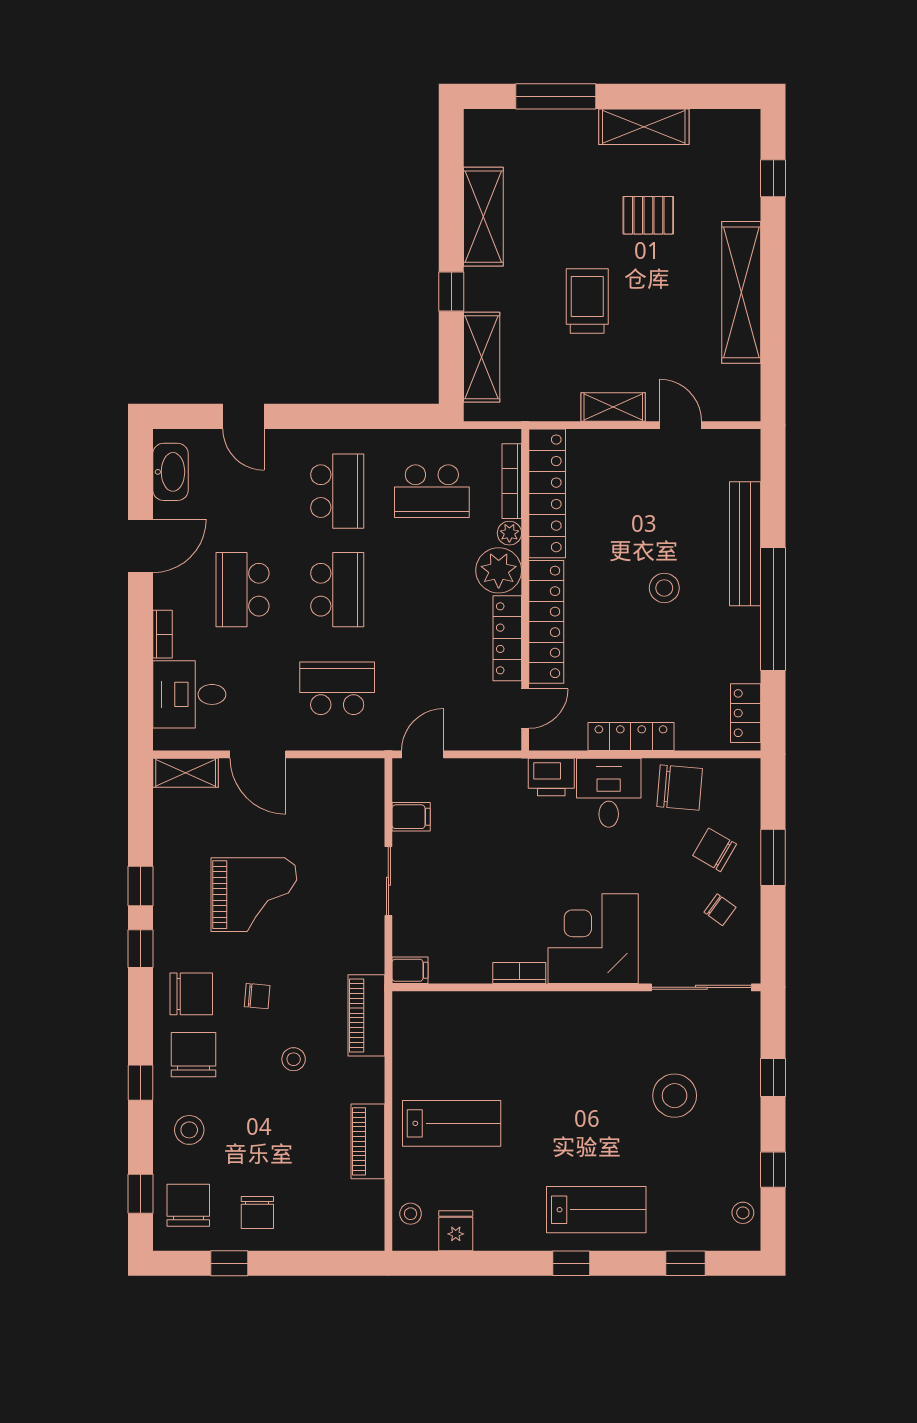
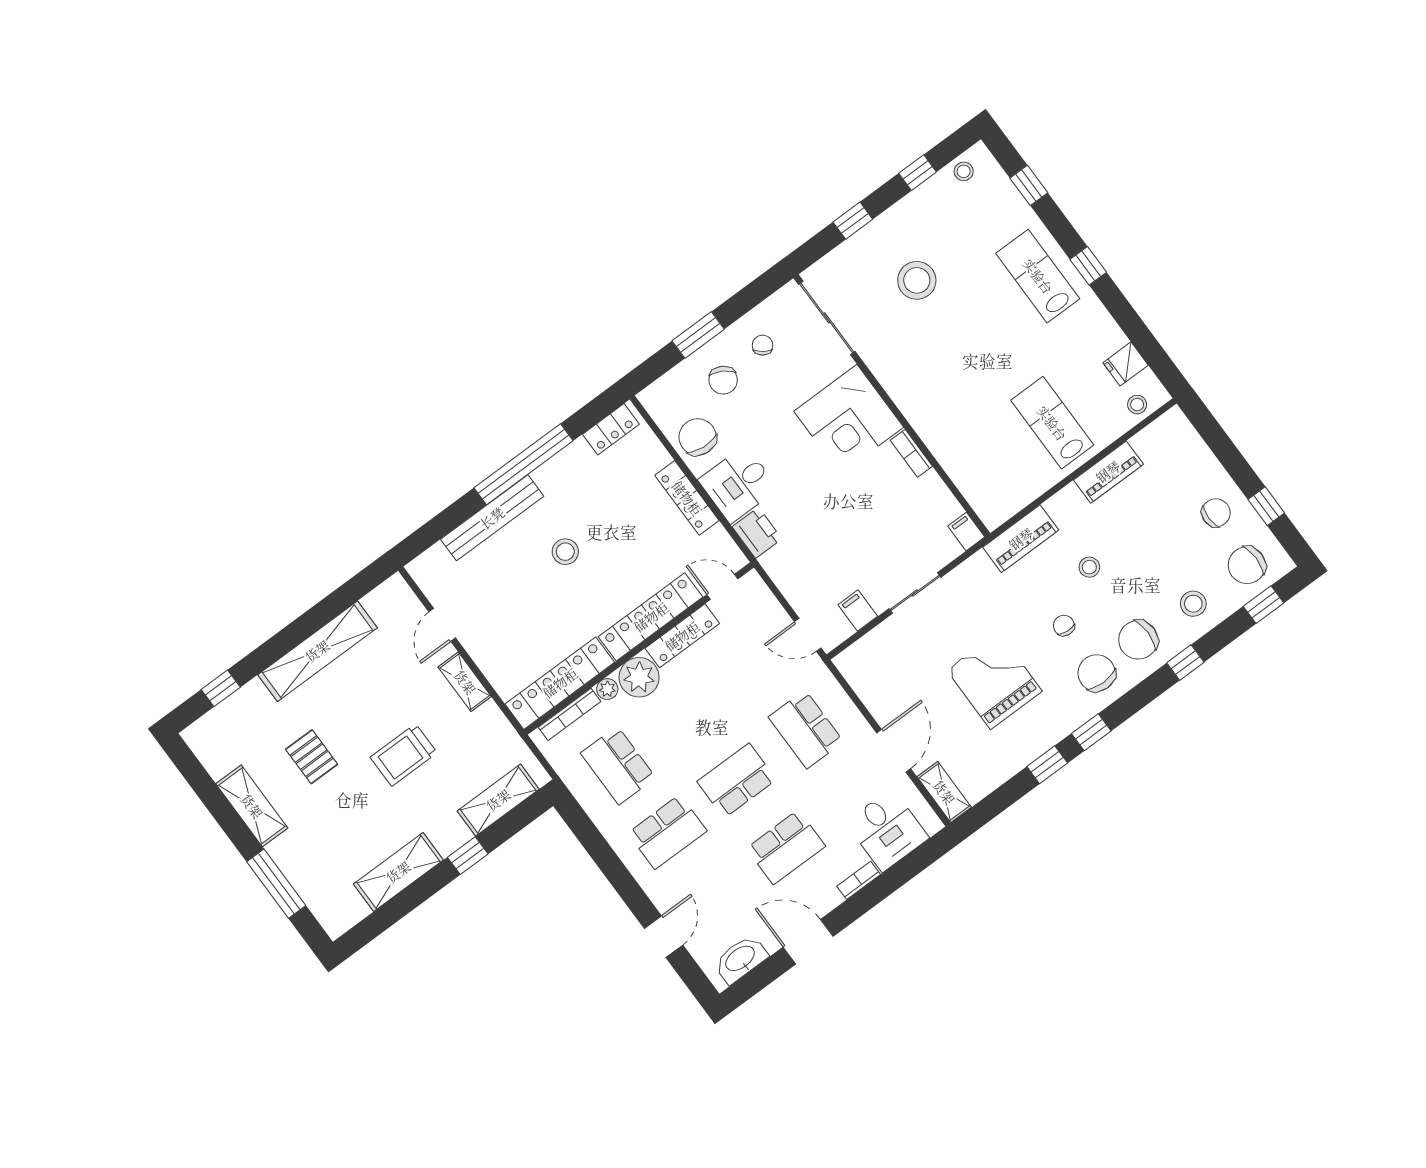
school desk: (337, 491) -> (667, 832), turned 180
school desk: (432, 491) -> (618, 765), turned 180

